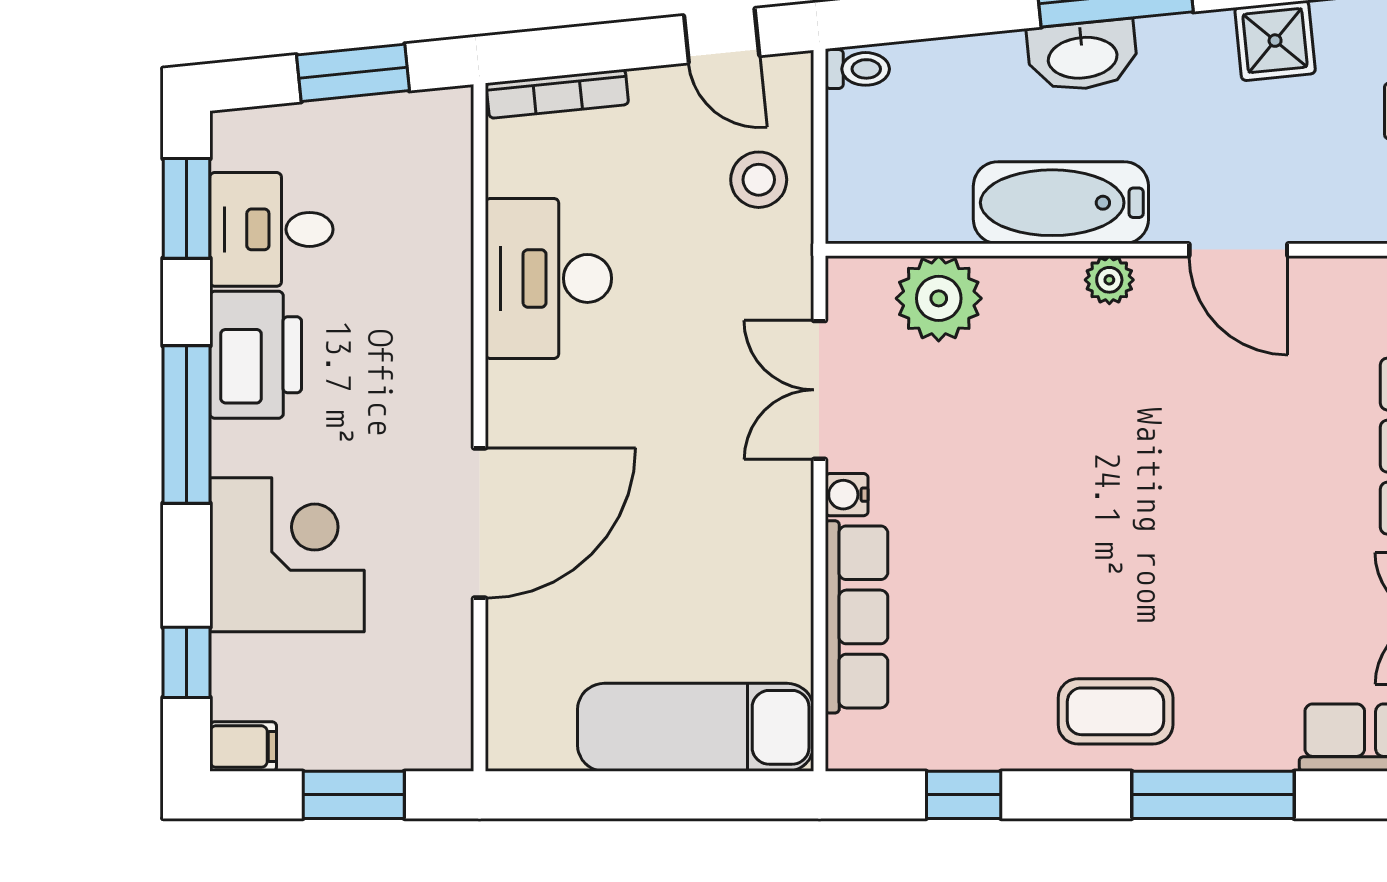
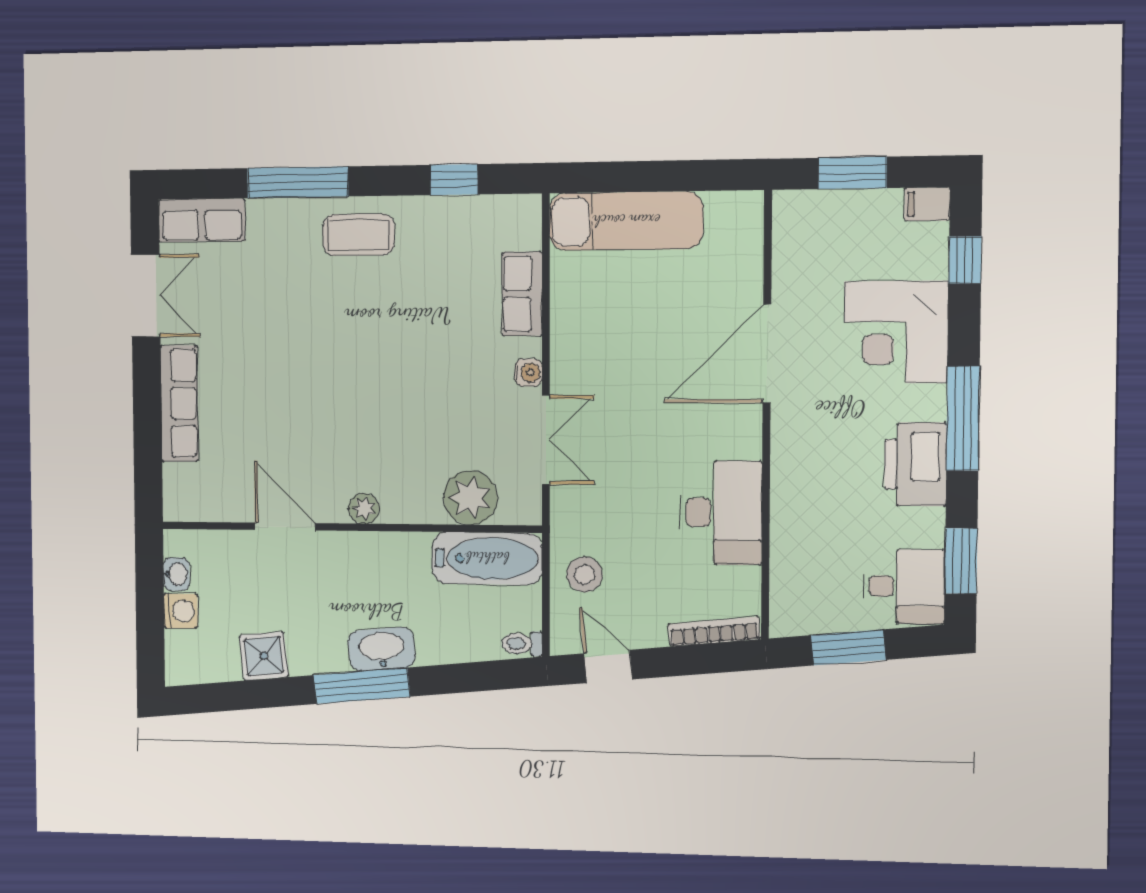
bathtub: (1061, 203) -> (487, 558), moved
desk: (271, 229) -> (903, 586), moved
row of seats: (856, 617) -> (522, 294), width x0.68

